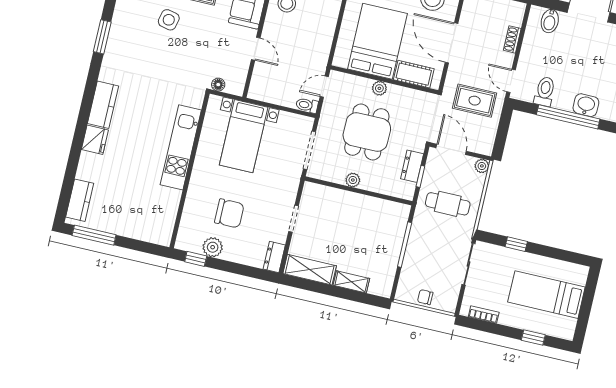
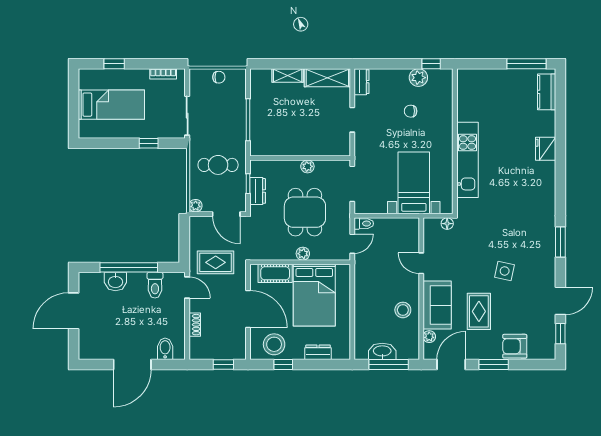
kitchen counter: (103, 105) -> (546, 182), removed
chair: (229, 213) -> (411, 111), width x0.54, depth x0.54

